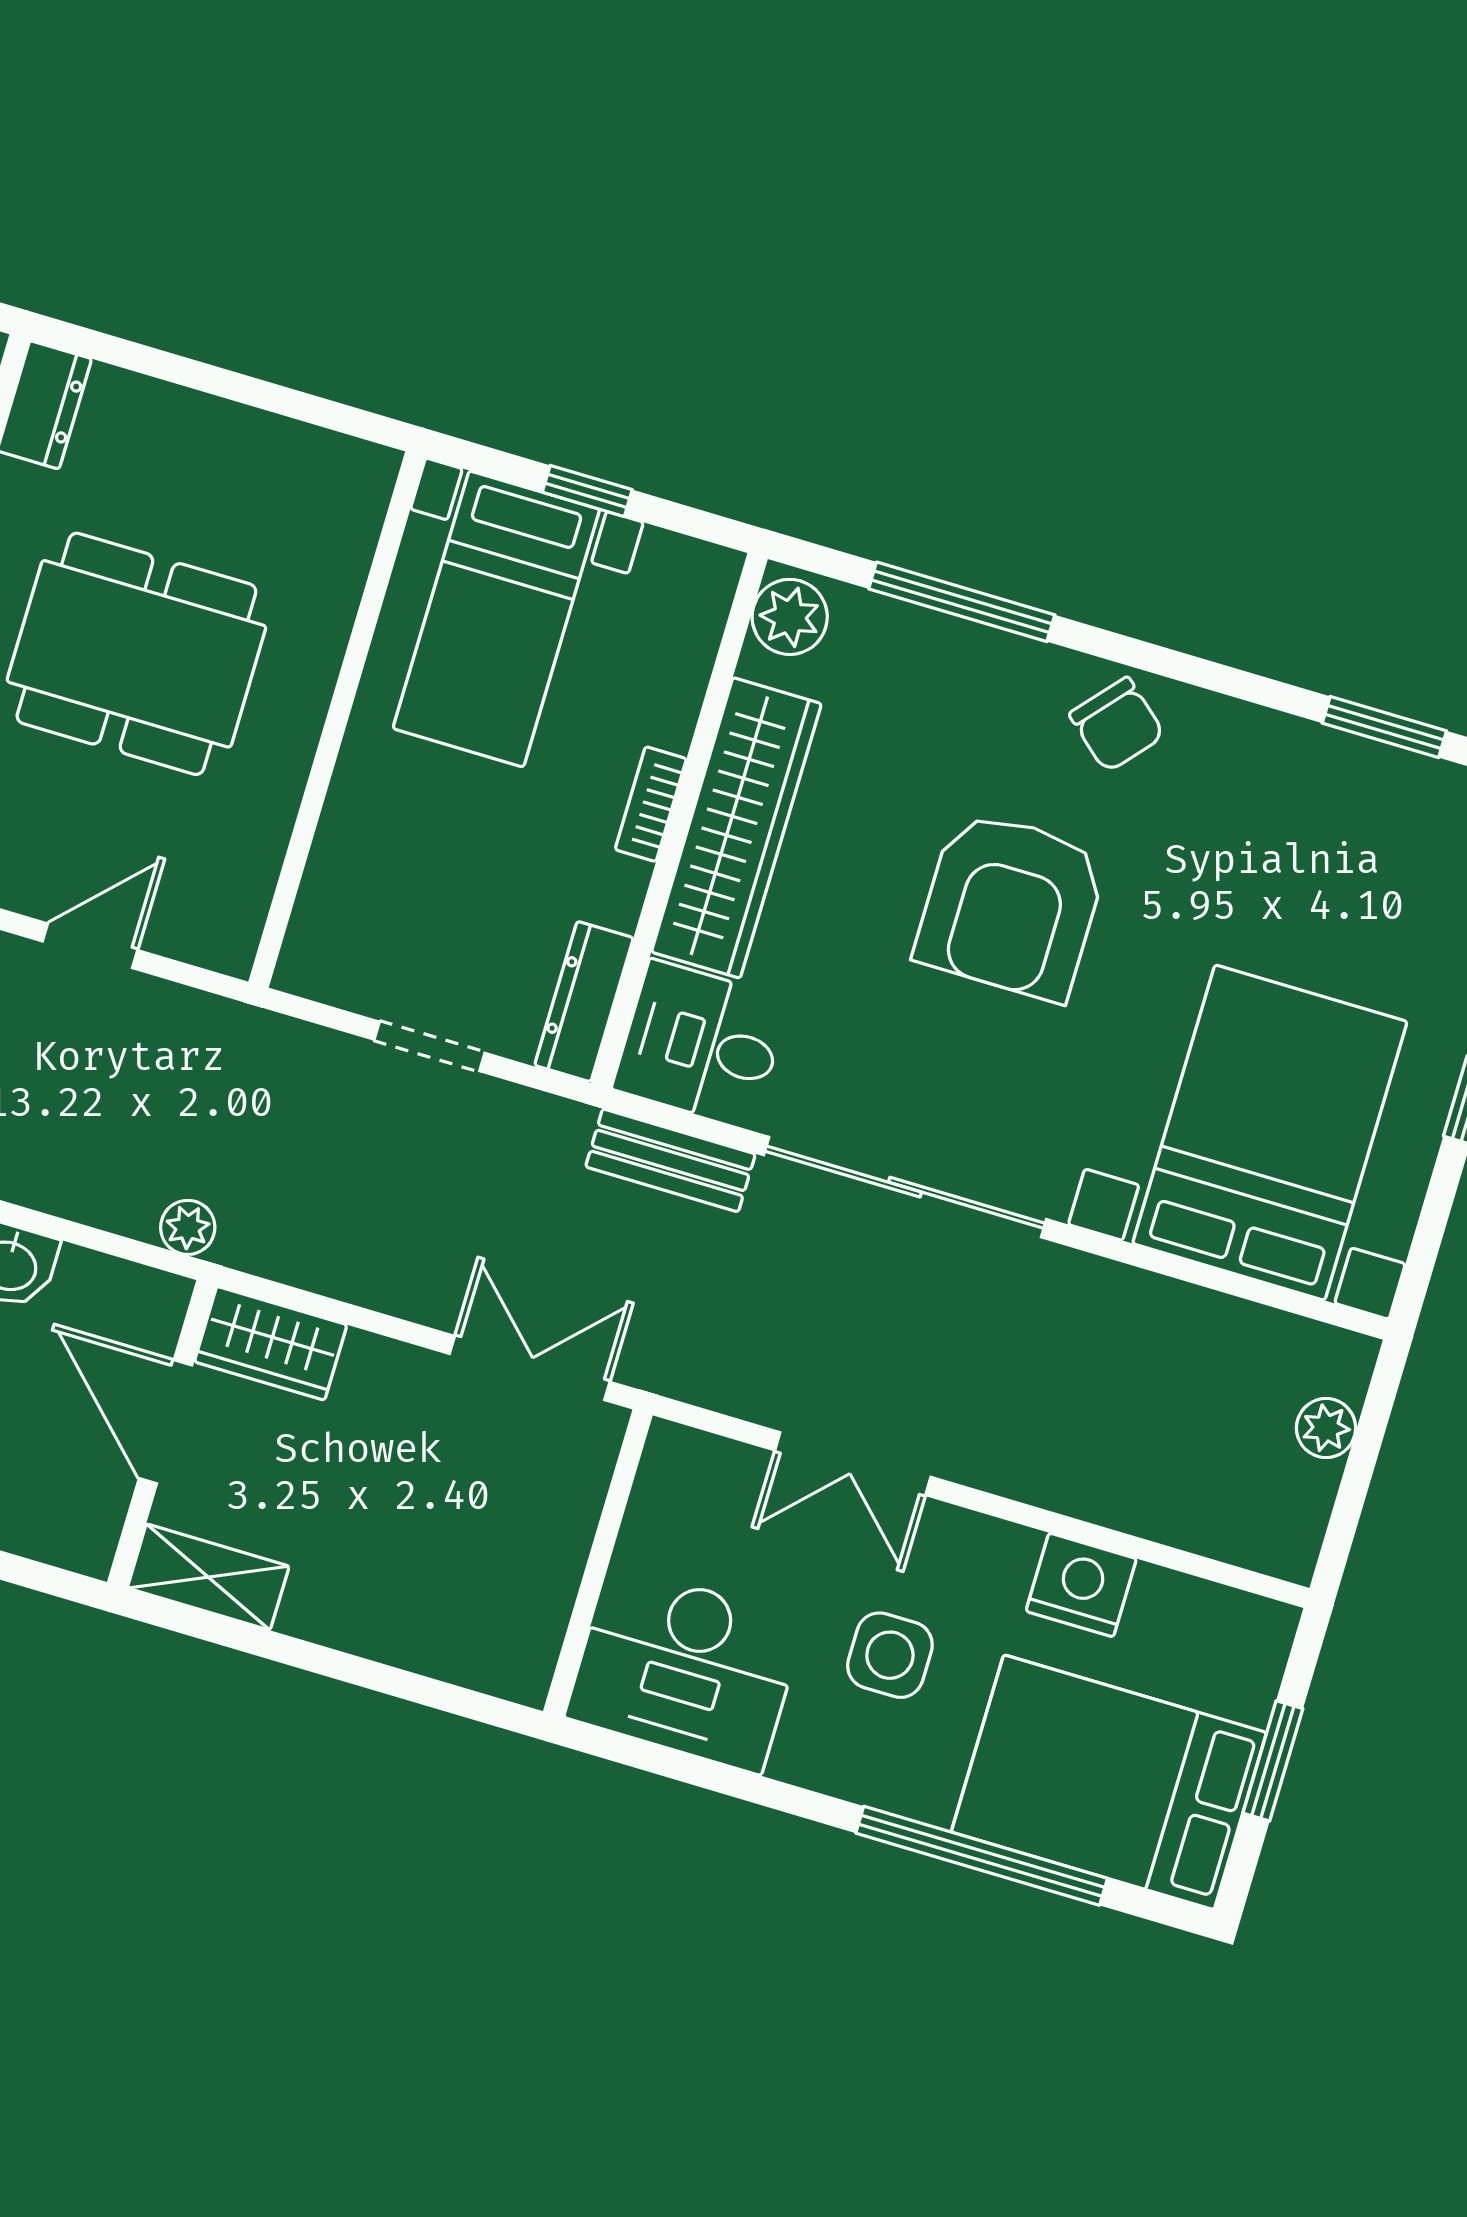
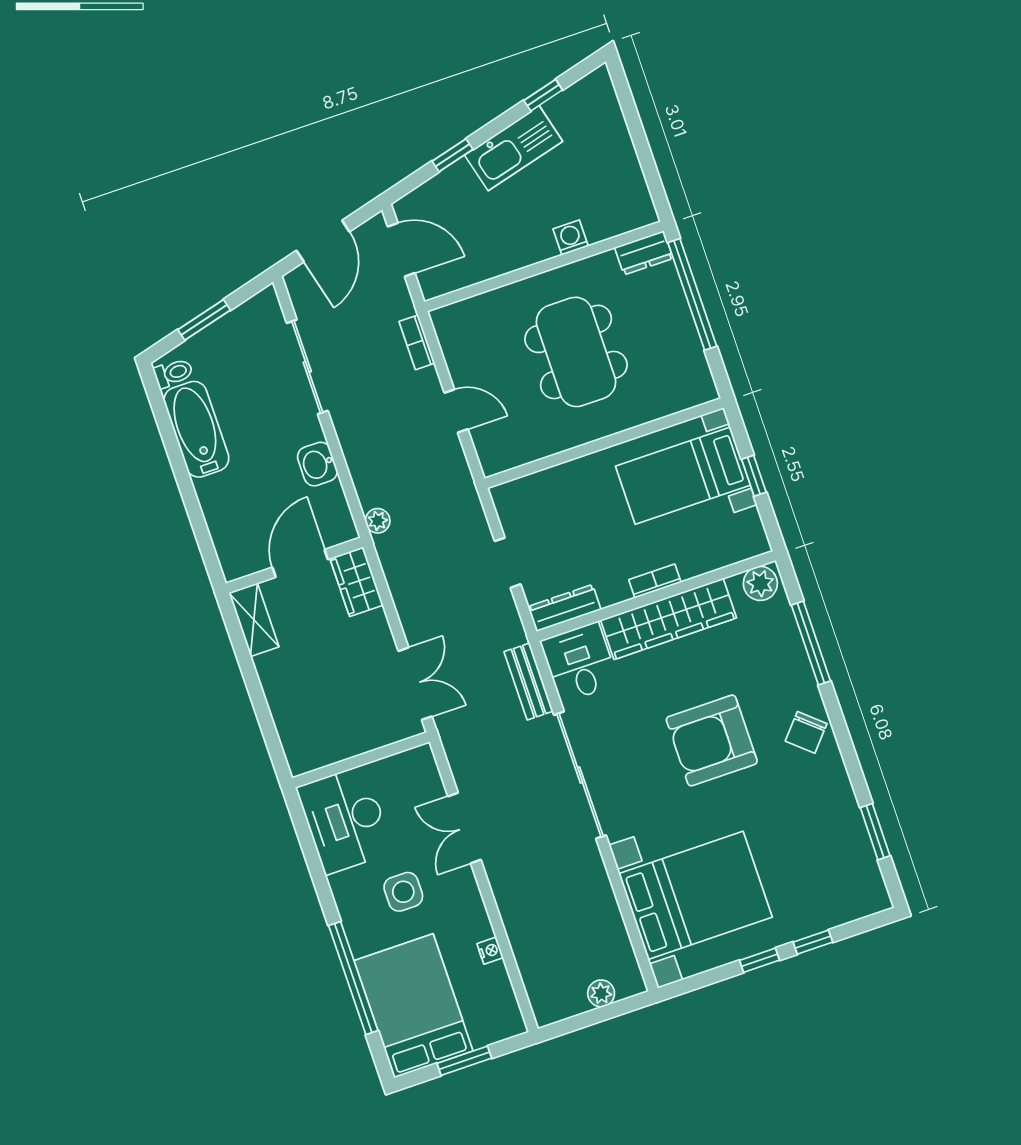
window: (181, 371) -> (692, 294), added
nightstand: (1081, 1585) -> (490, 951), width x0.53, depth x0.56

